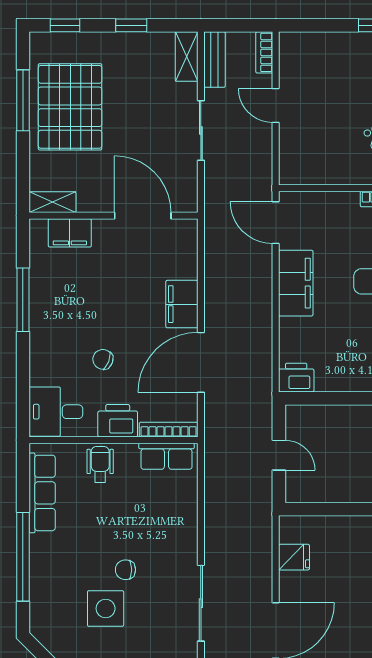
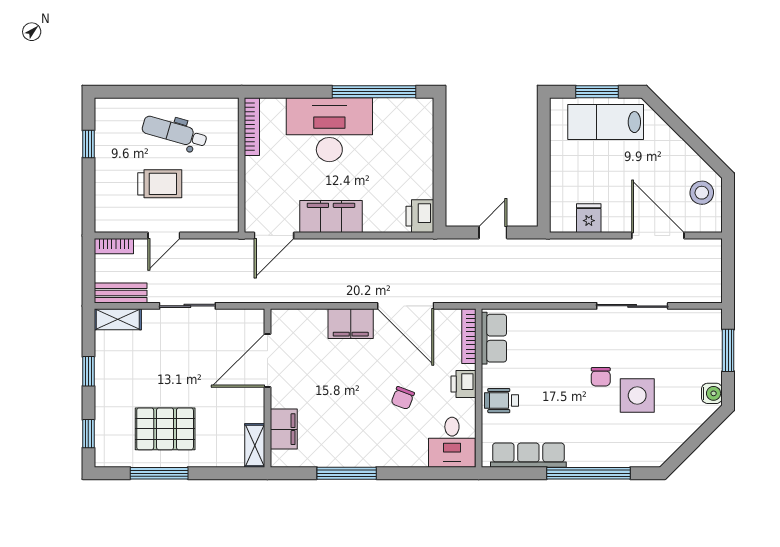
trolley: (330, 101) -> (160, 184), added
pallet: (70, 107) -> (165, 429), width x0.73, depth x0.71
printer: (118, 421) -> (463, 384), width x0.73, depth x0.81

